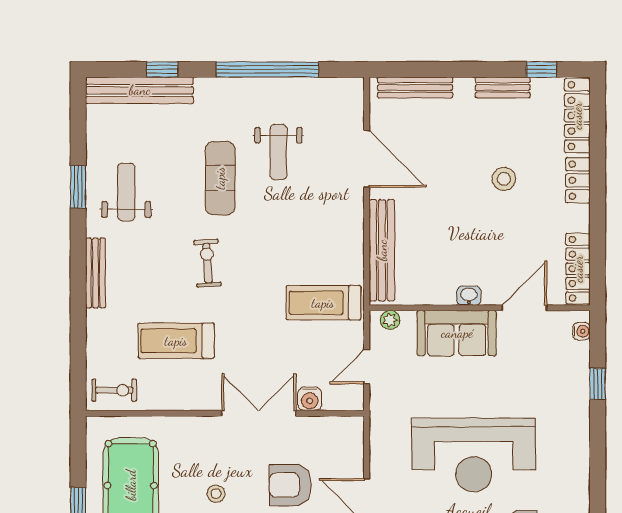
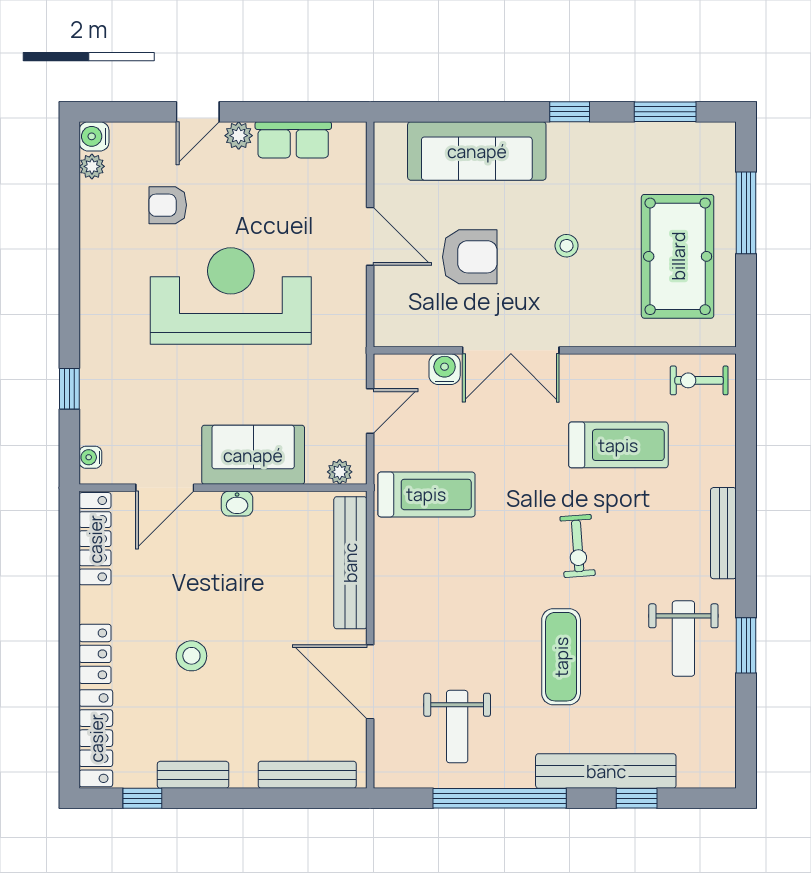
bench: (140, 90) -> (606, 771), moved
weight bench: (278, 152) -> (457, 727), moved, turned 180

